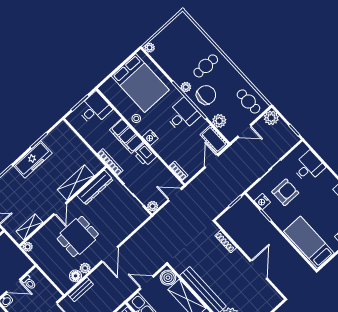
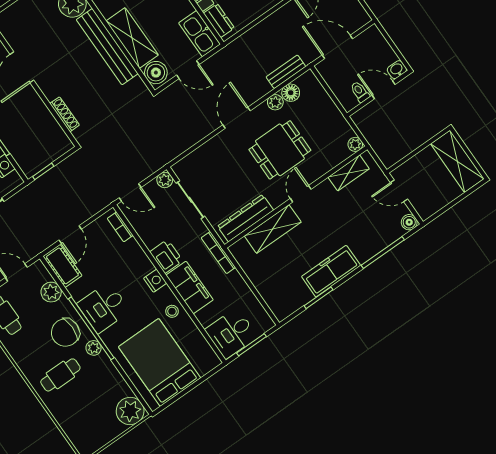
plant: (150, 48) -> (130, 411), width x1.88, depth x1.88

